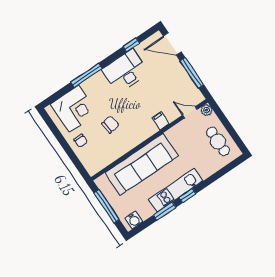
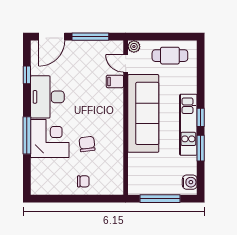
corner desk: (74, 109) -> (50, 139), moved
door: (190, 112) -> (126, 63), hinge flipped
filing cabinet: (161, 121) -> (115, 81), moved
sofa: (142, 164) -> (143, 113), moved

